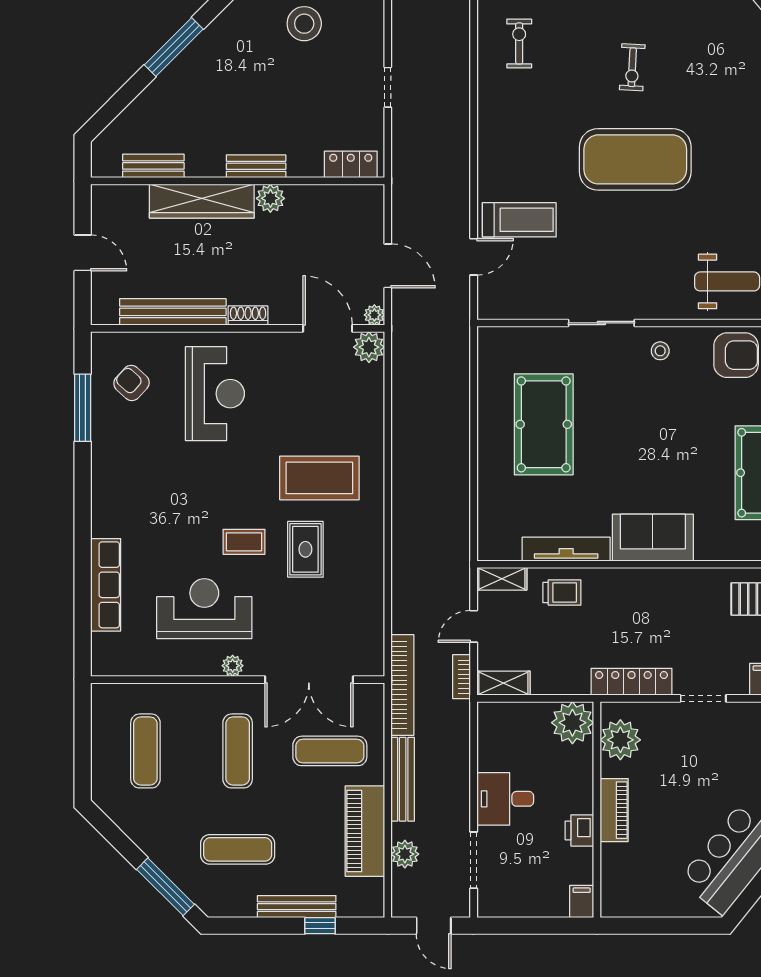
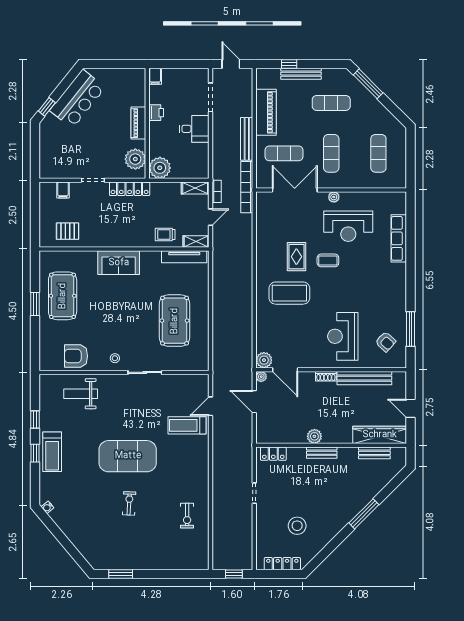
wardrobe: (202, 201) -> (380, 435), moved
tv unit: (566, 549) -> (184, 257), moved
plant: (405, 854) -> (246, 101), removed

